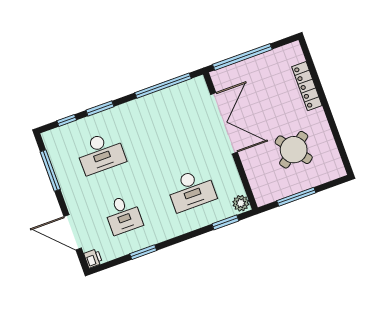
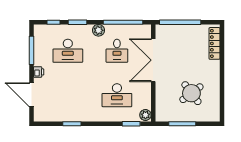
locker: (307, 86) -> (214, 43), moved
plant: (133, 109) -> (98, 30), added
double door: (224, 123) -> (153, 60), swing flipped
desk: (123, 215) -> (117, 51), moved
printer: (93, 258) -> (39, 72), moved

